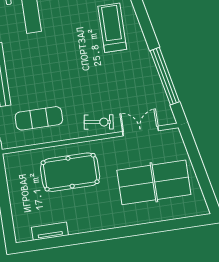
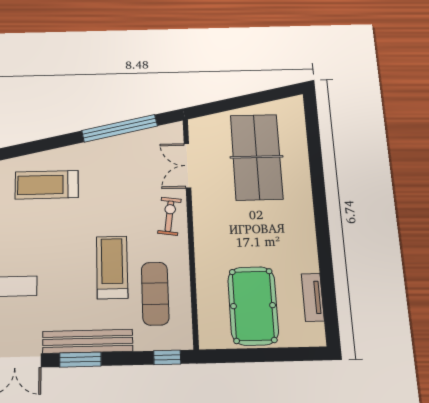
treadmill: (55, 85) -> (112, 267), added
pool table: (70, 172) -> (253, 306), moved

